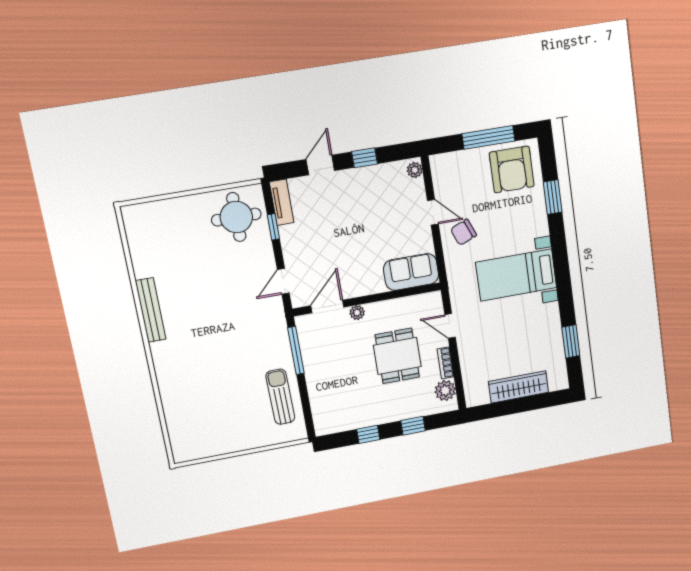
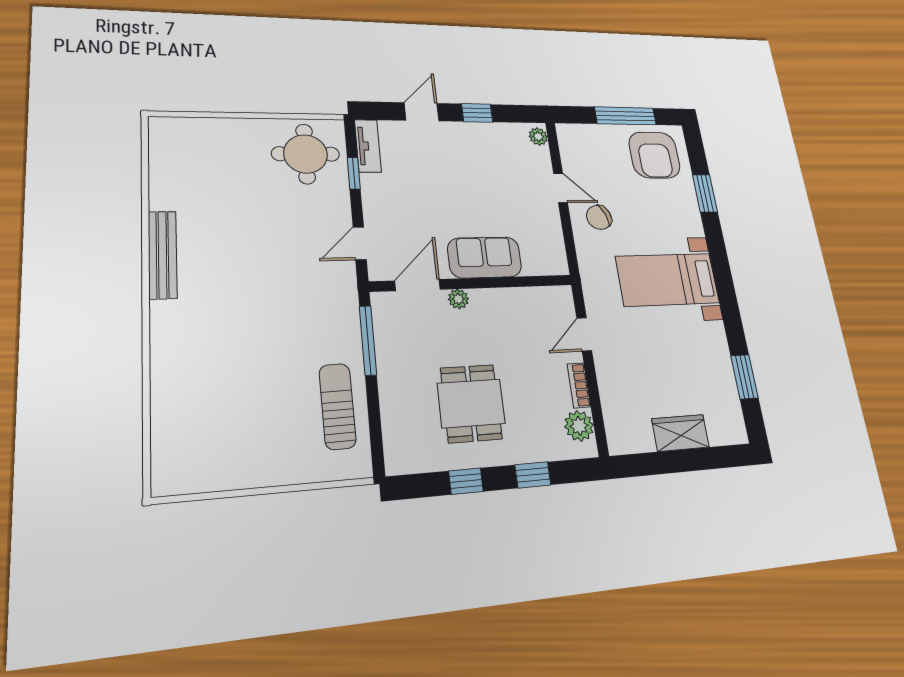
sofa: (411, 272) -> (485, 257), moved
door: (450, 326) -> (584, 334), hinge flipped
dining table: (397, 356) -> (471, 403), moved
wardrobe: (519, 387) -> (680, 433), width x0.67

